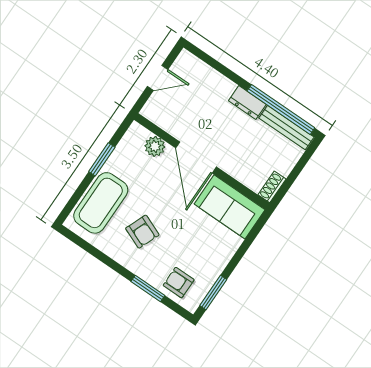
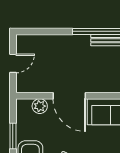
dresser: (247, 103) -> (78, 41), removed

